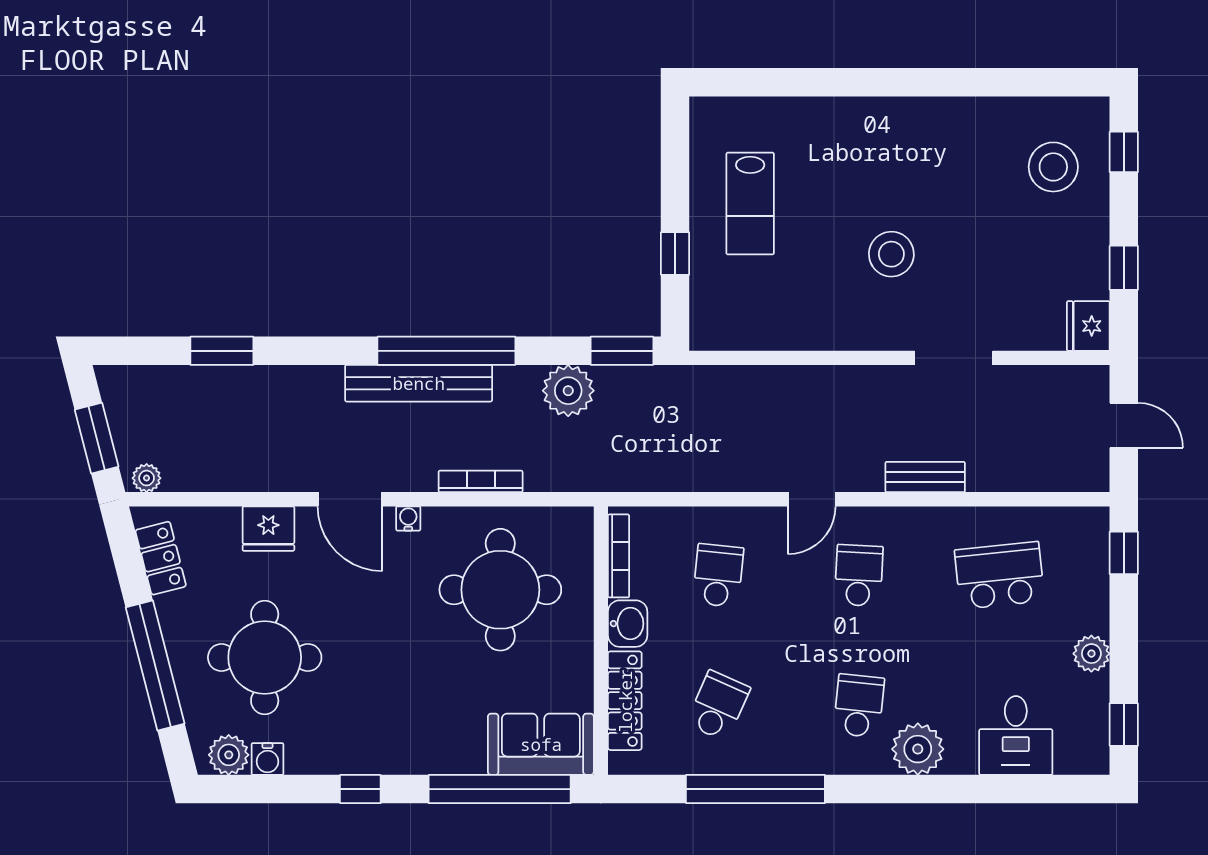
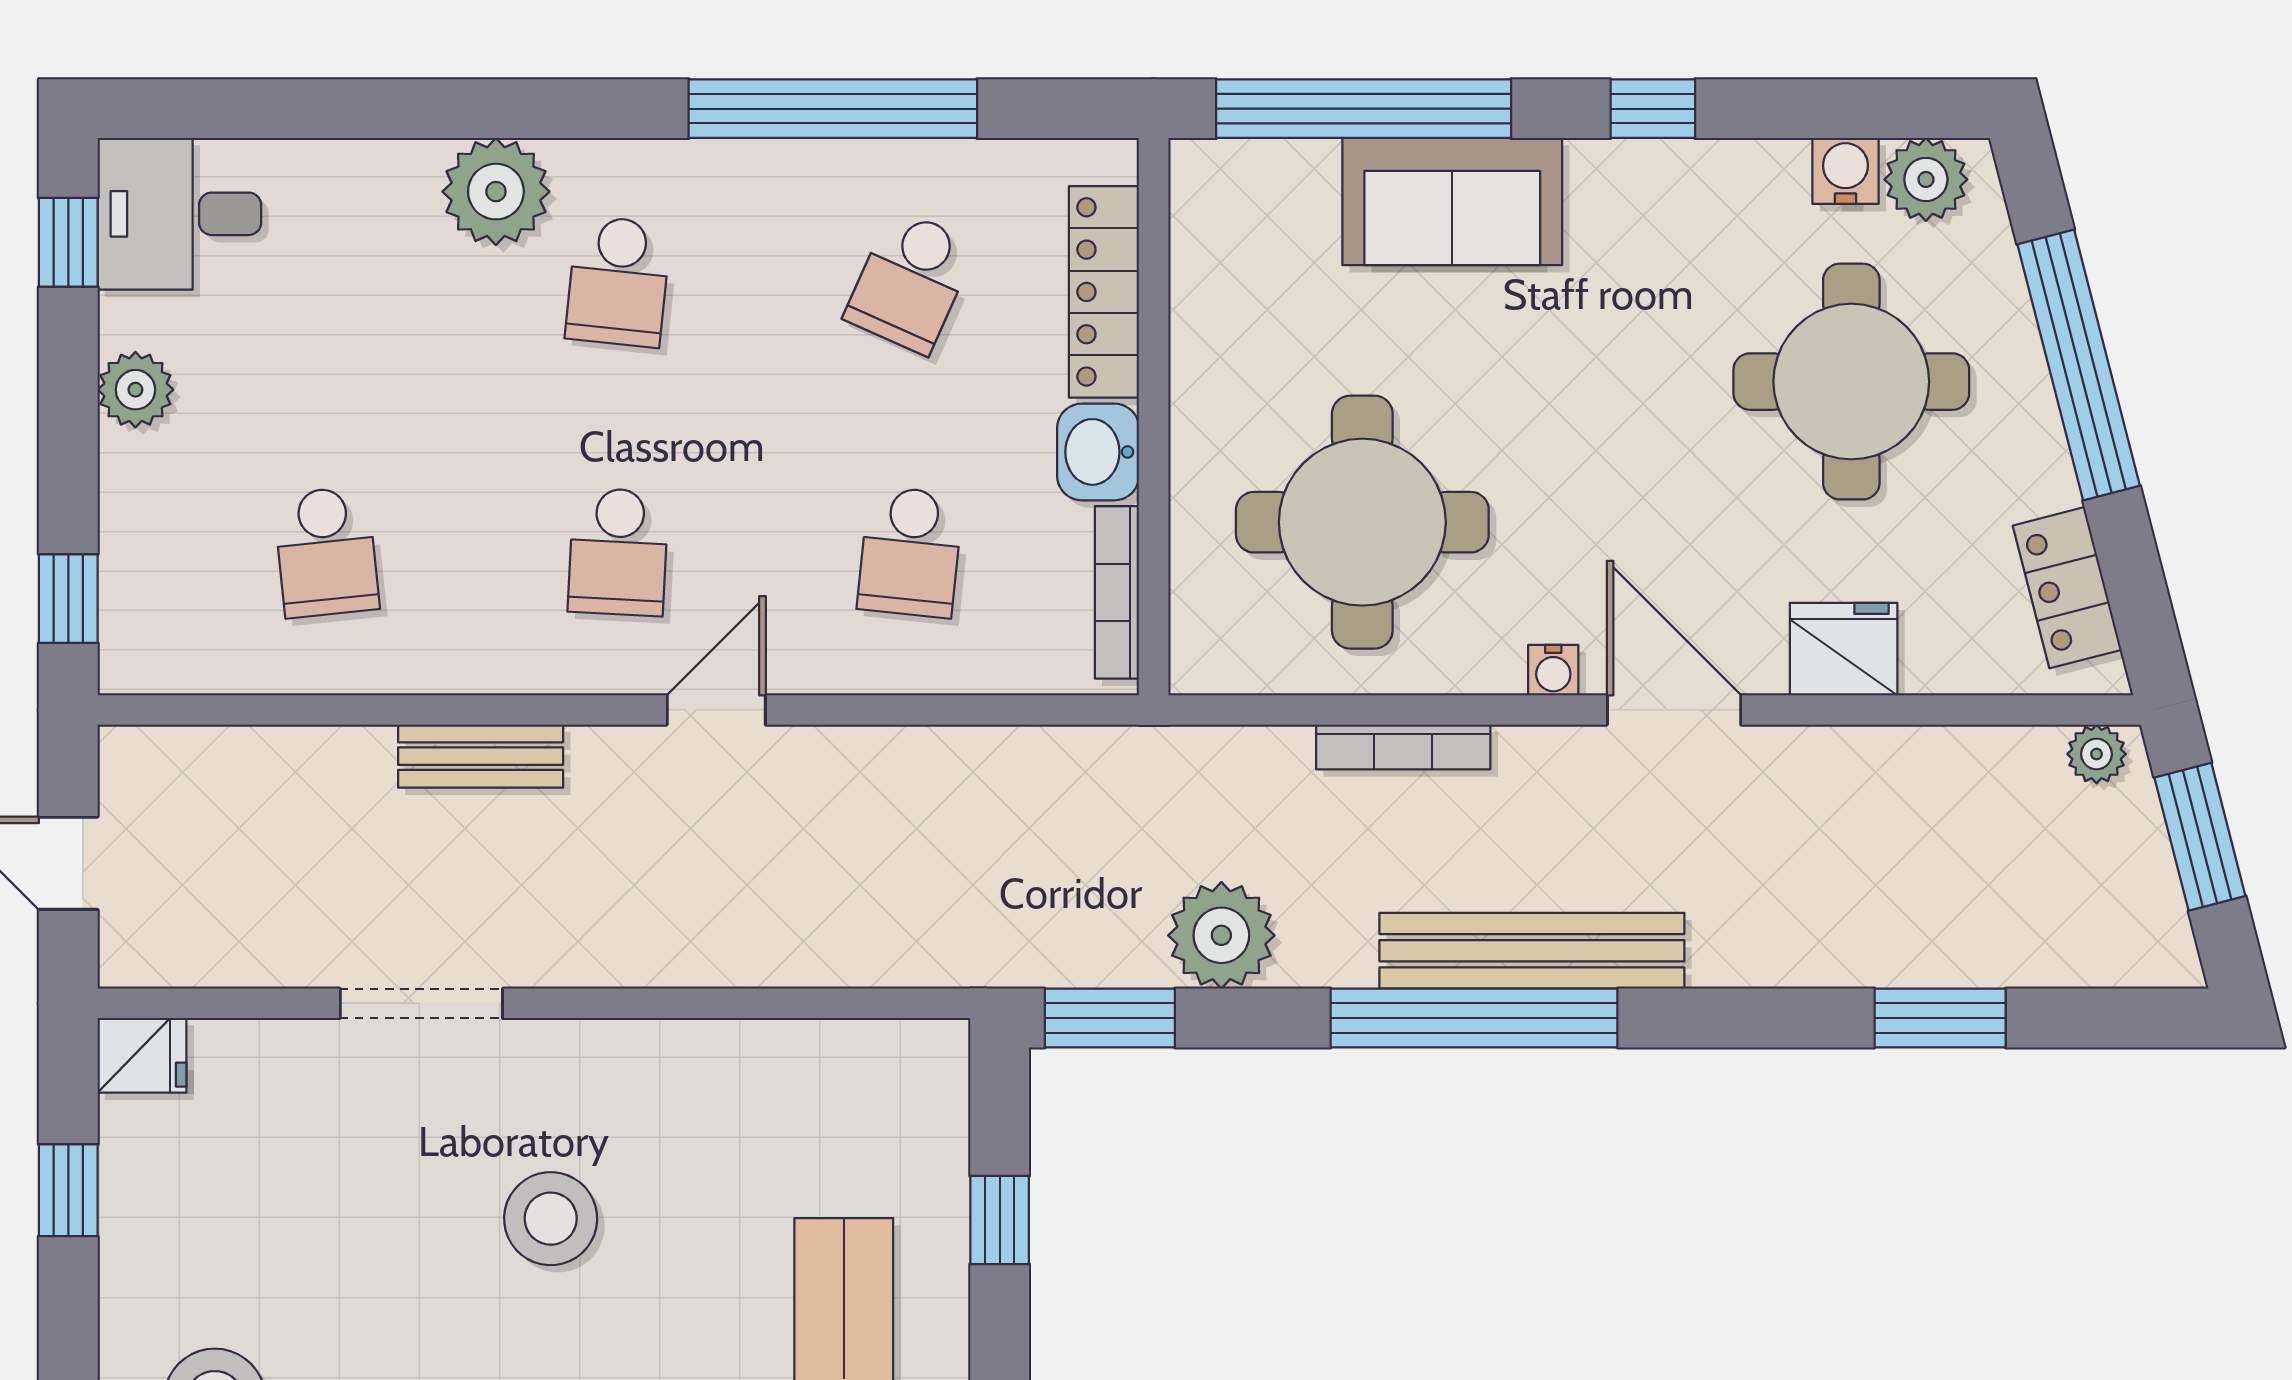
fridge: (1088, 326) -> (142, 1055), width x0.72
school desk: (1000, 575) -> (326, 552), width x0.54
desk: (1016, 735) -> (179, 214), moved, turned -90
sofa: (541, 744) -> (1452, 201), moved

